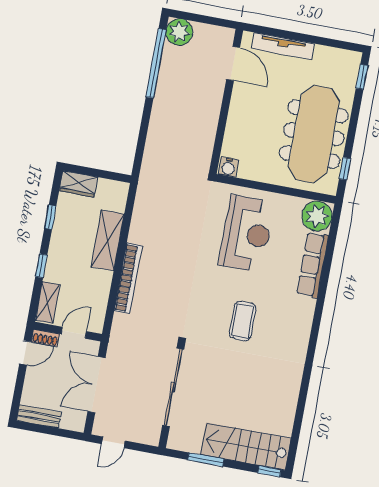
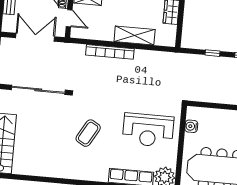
window: (144, 130) -> (213, 53), added
water cooler: (228, 167) -> (191, 126), moved
coffee table: (243, 321) -> (88, 133), turned -60

